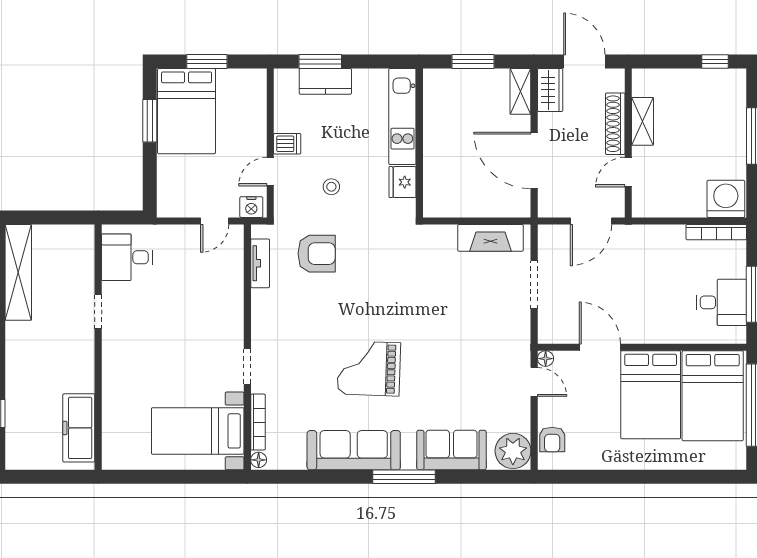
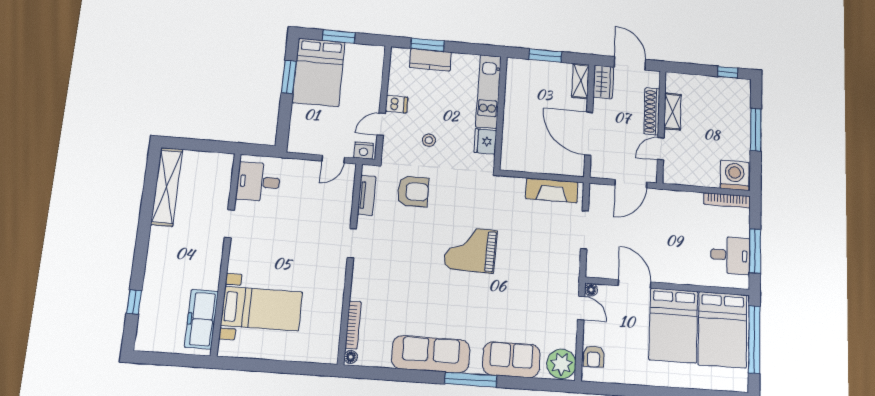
doorway: (247, 366) -> (352, 243), moved
grand piano: (369, 368) -> (471, 249), moved
bed with nightstands: (198, 431) -> (262, 309), moved, turned 180

